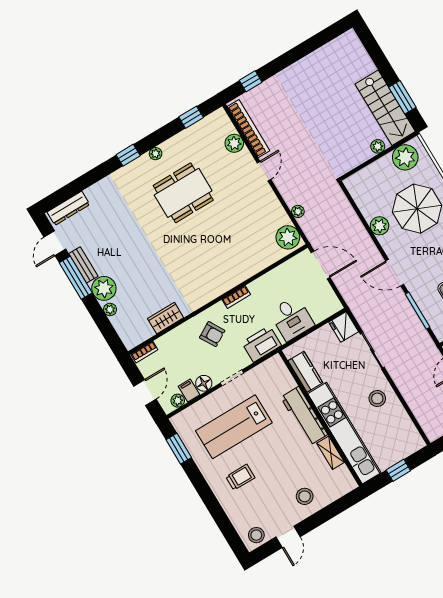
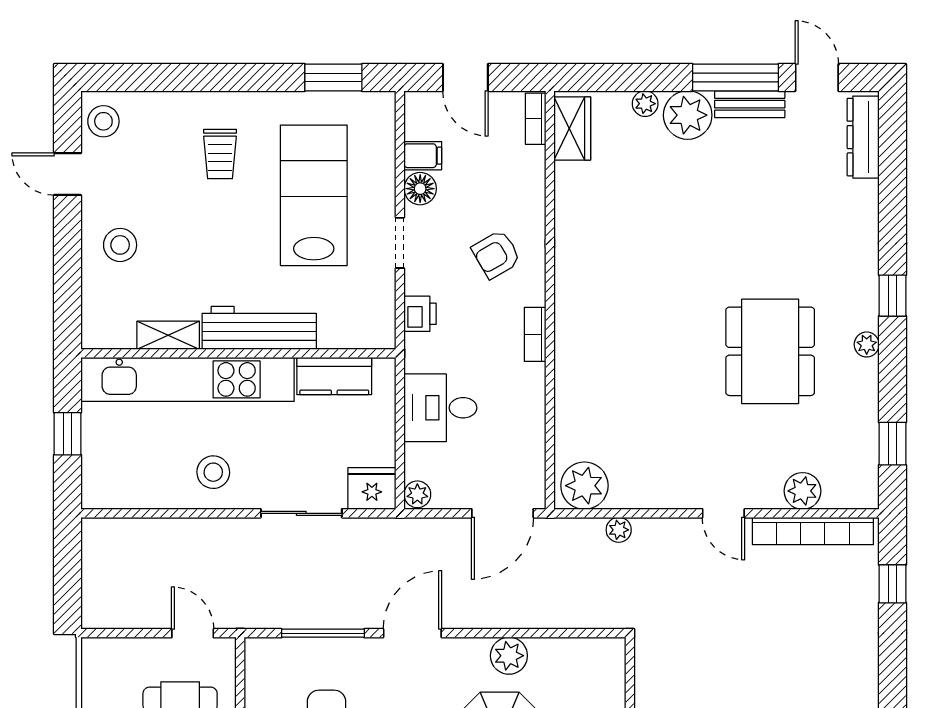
wardrobe: (166, 318) -> (572, 128), moved
printer: (262, 344) -> (420, 314), width x0.53, depth x0.68
plant: (178, 401) -> (417, 494), moved

